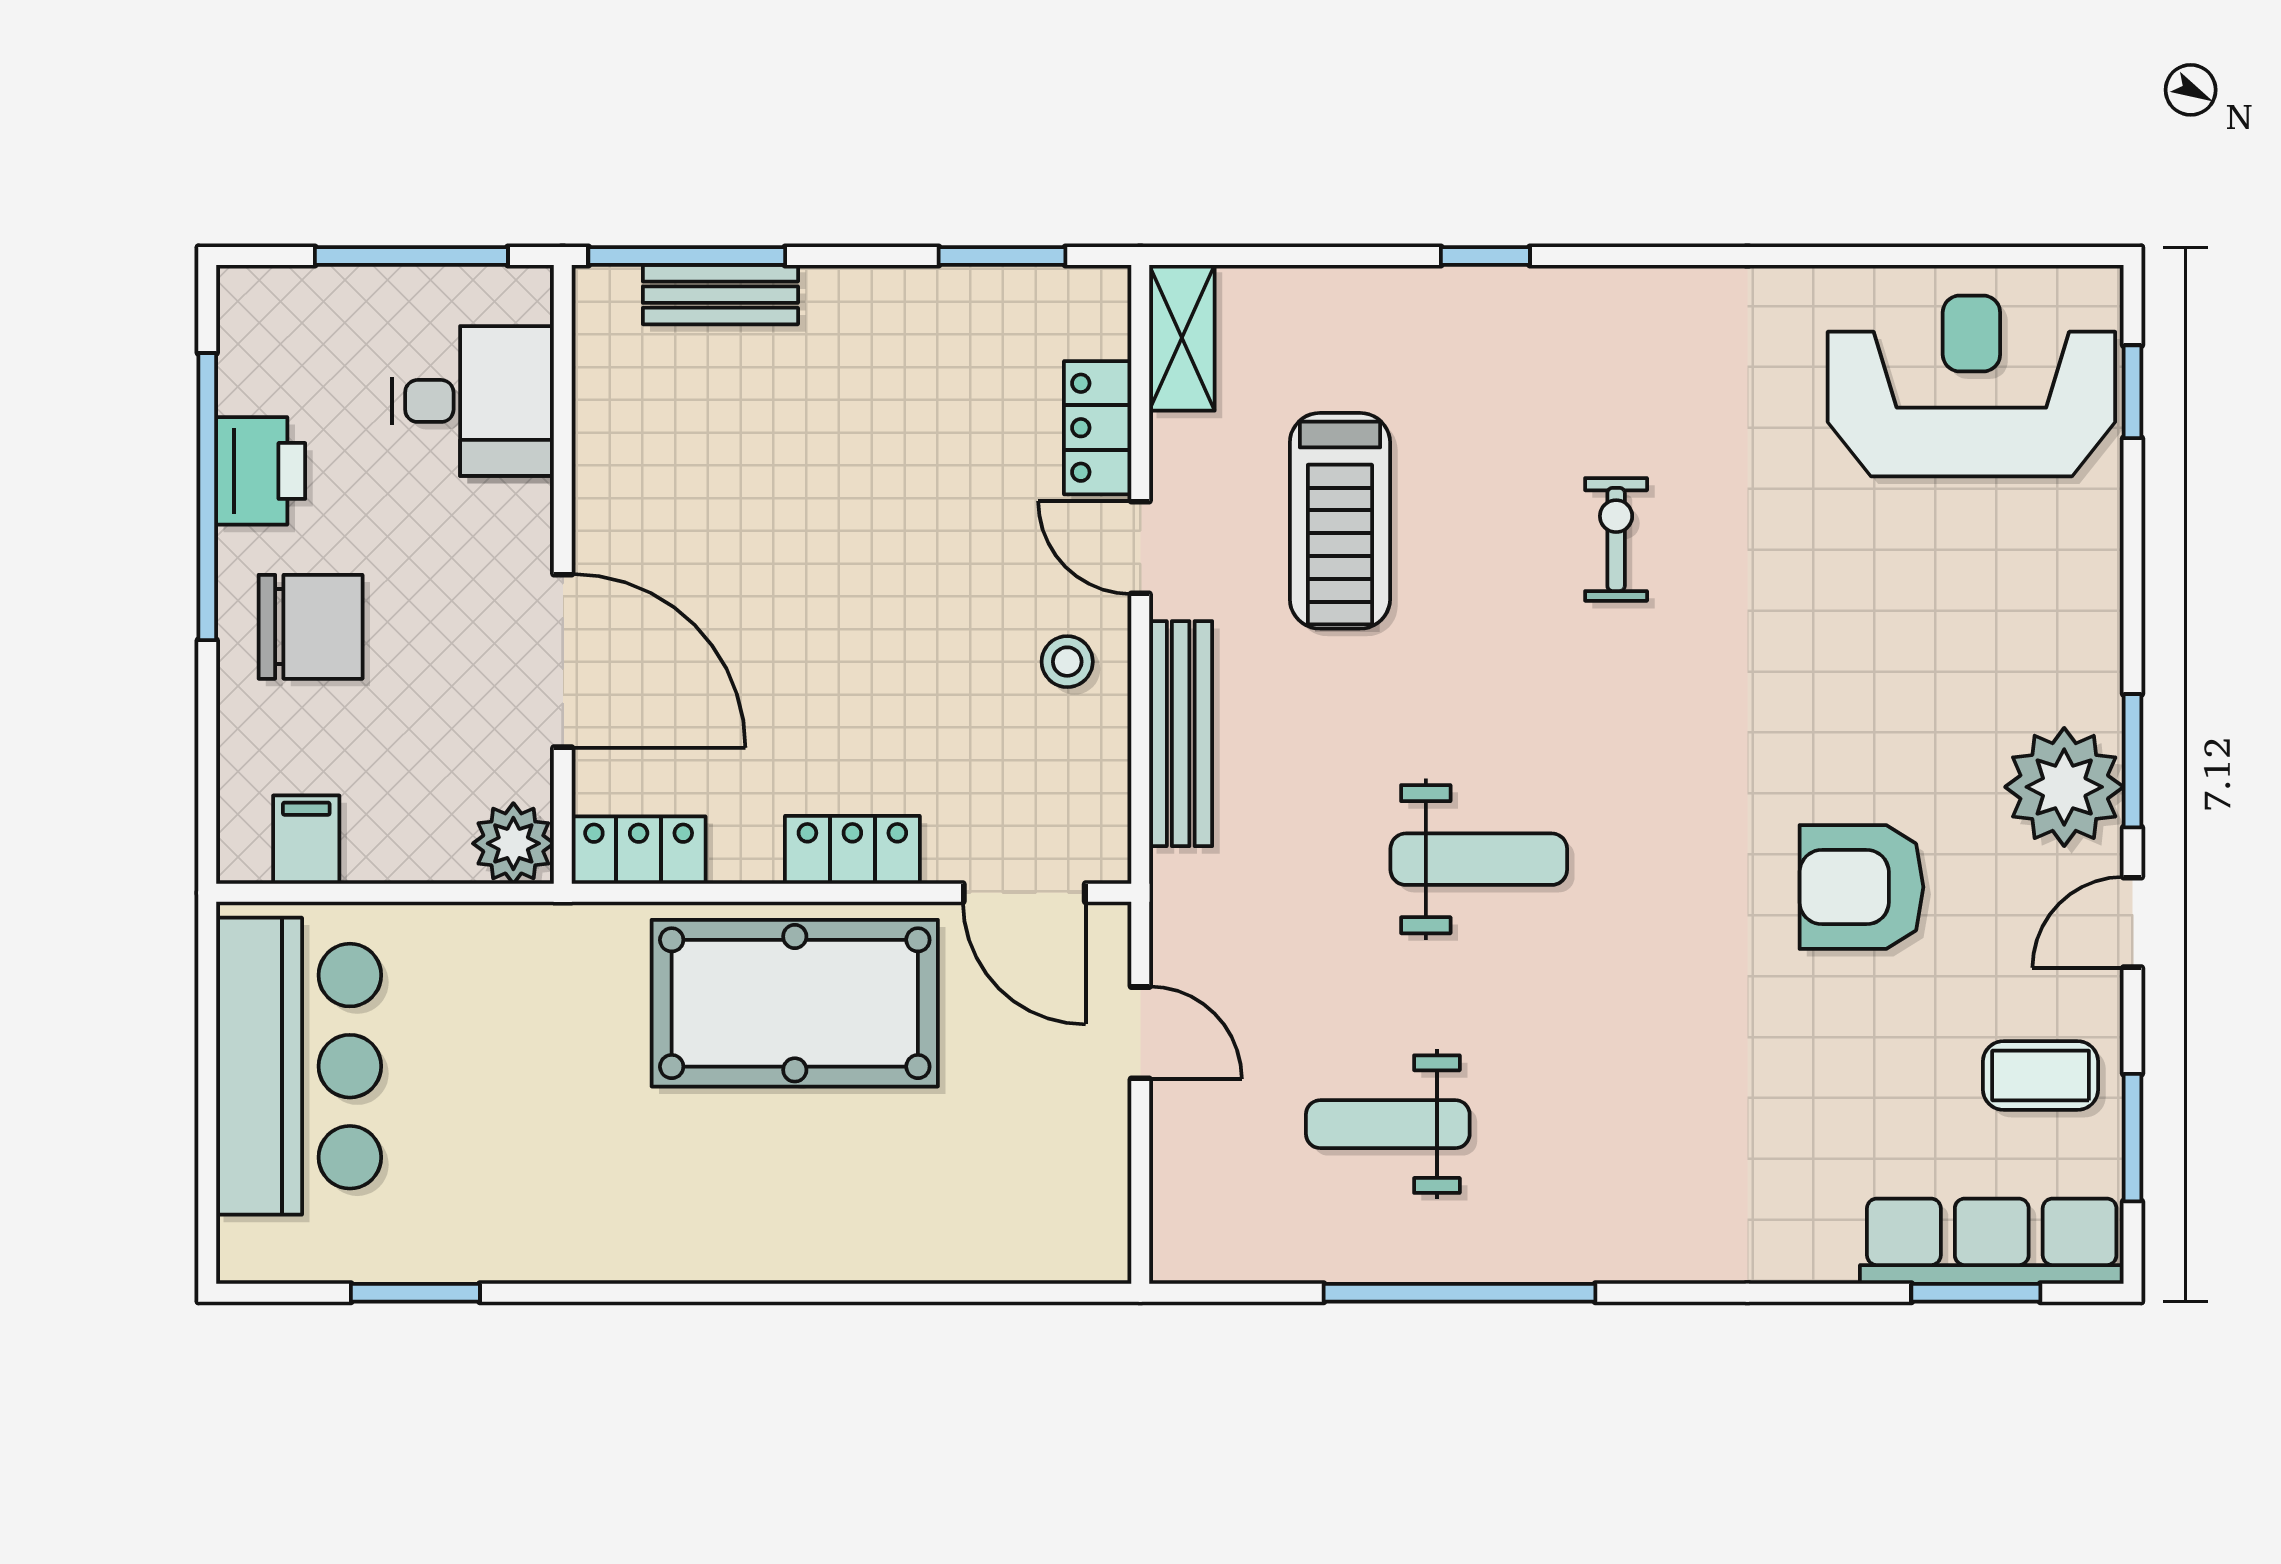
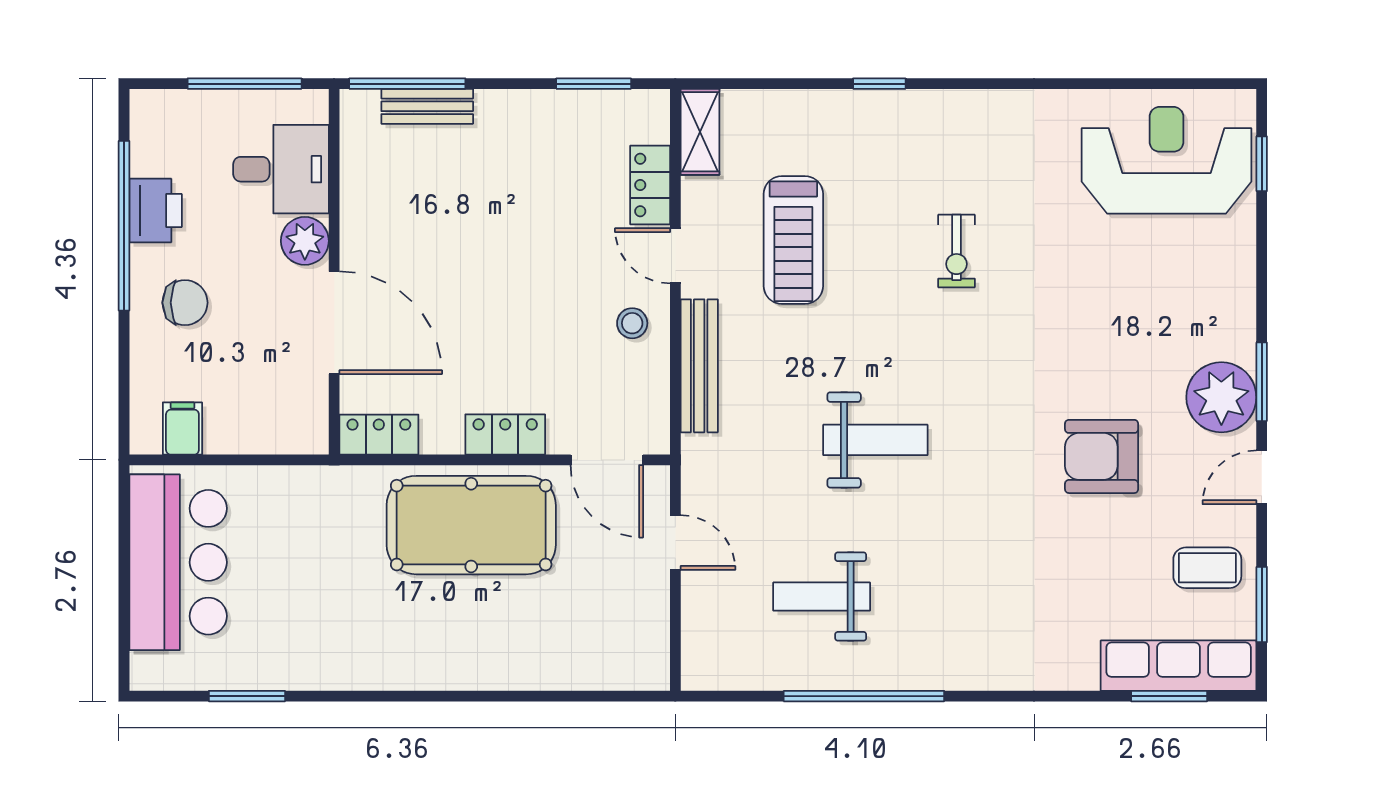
exercise bike: (1616, 539) -> (957, 251), turned 180
chair: (311, 627) -> (185, 303), width x0.73, depth x0.73
plant: (513, 843) -> (305, 241), moved

